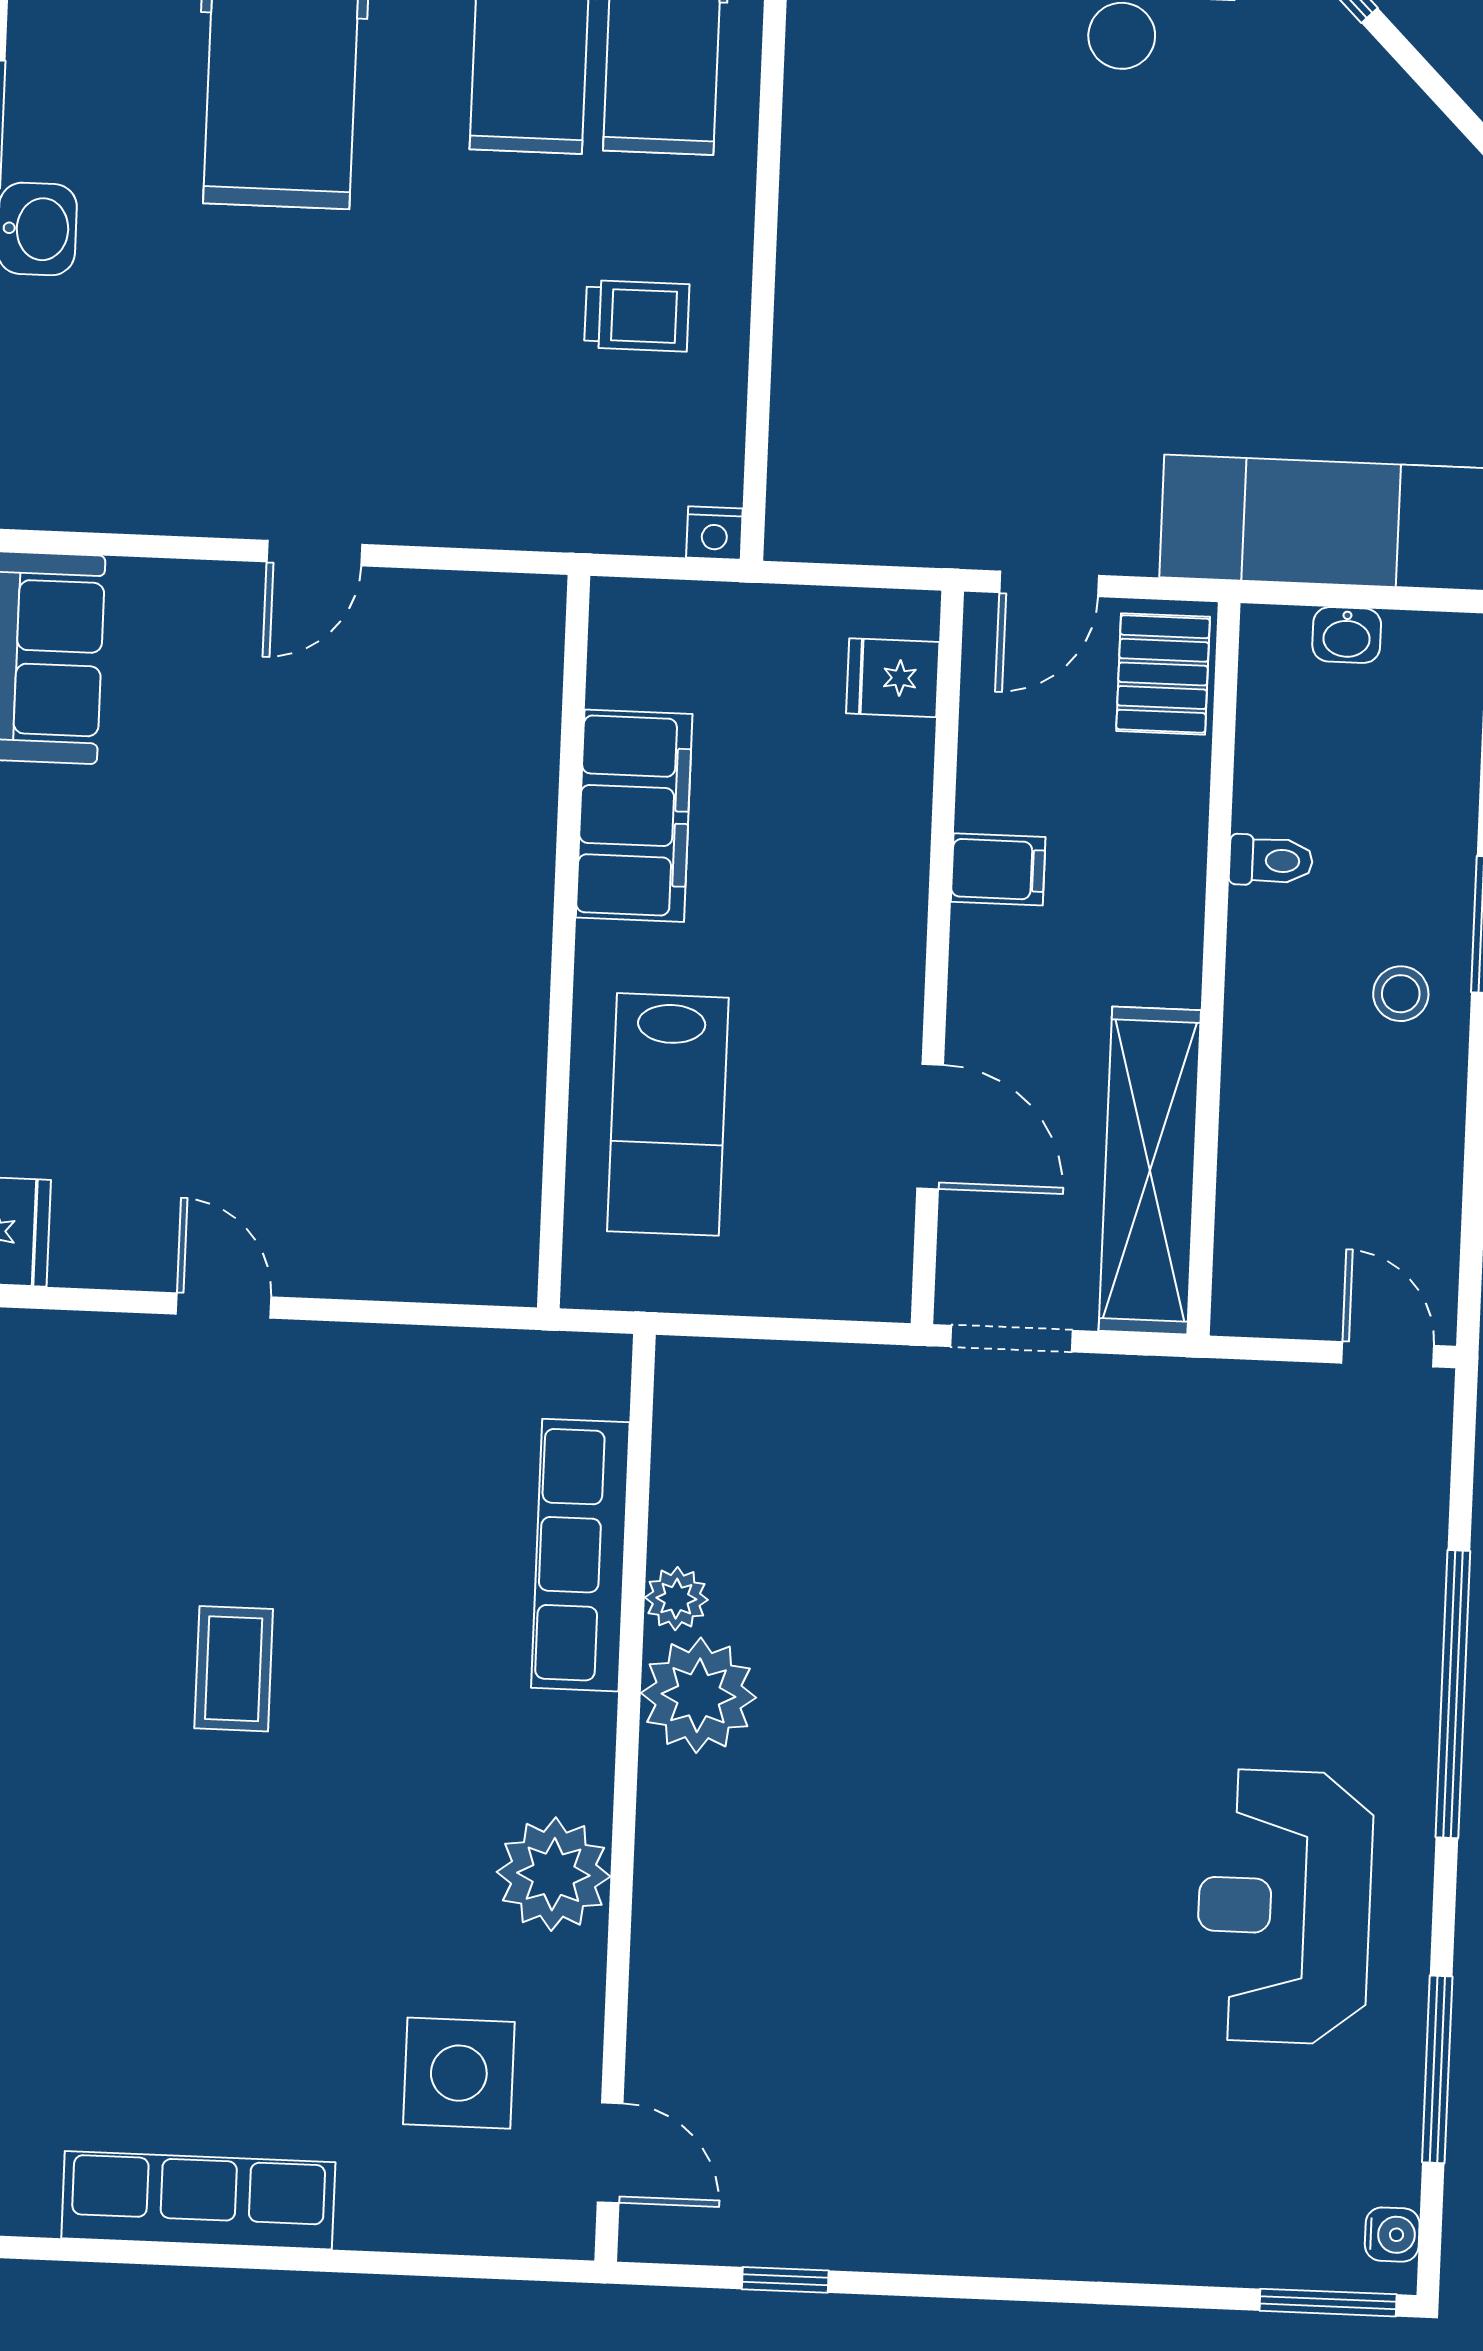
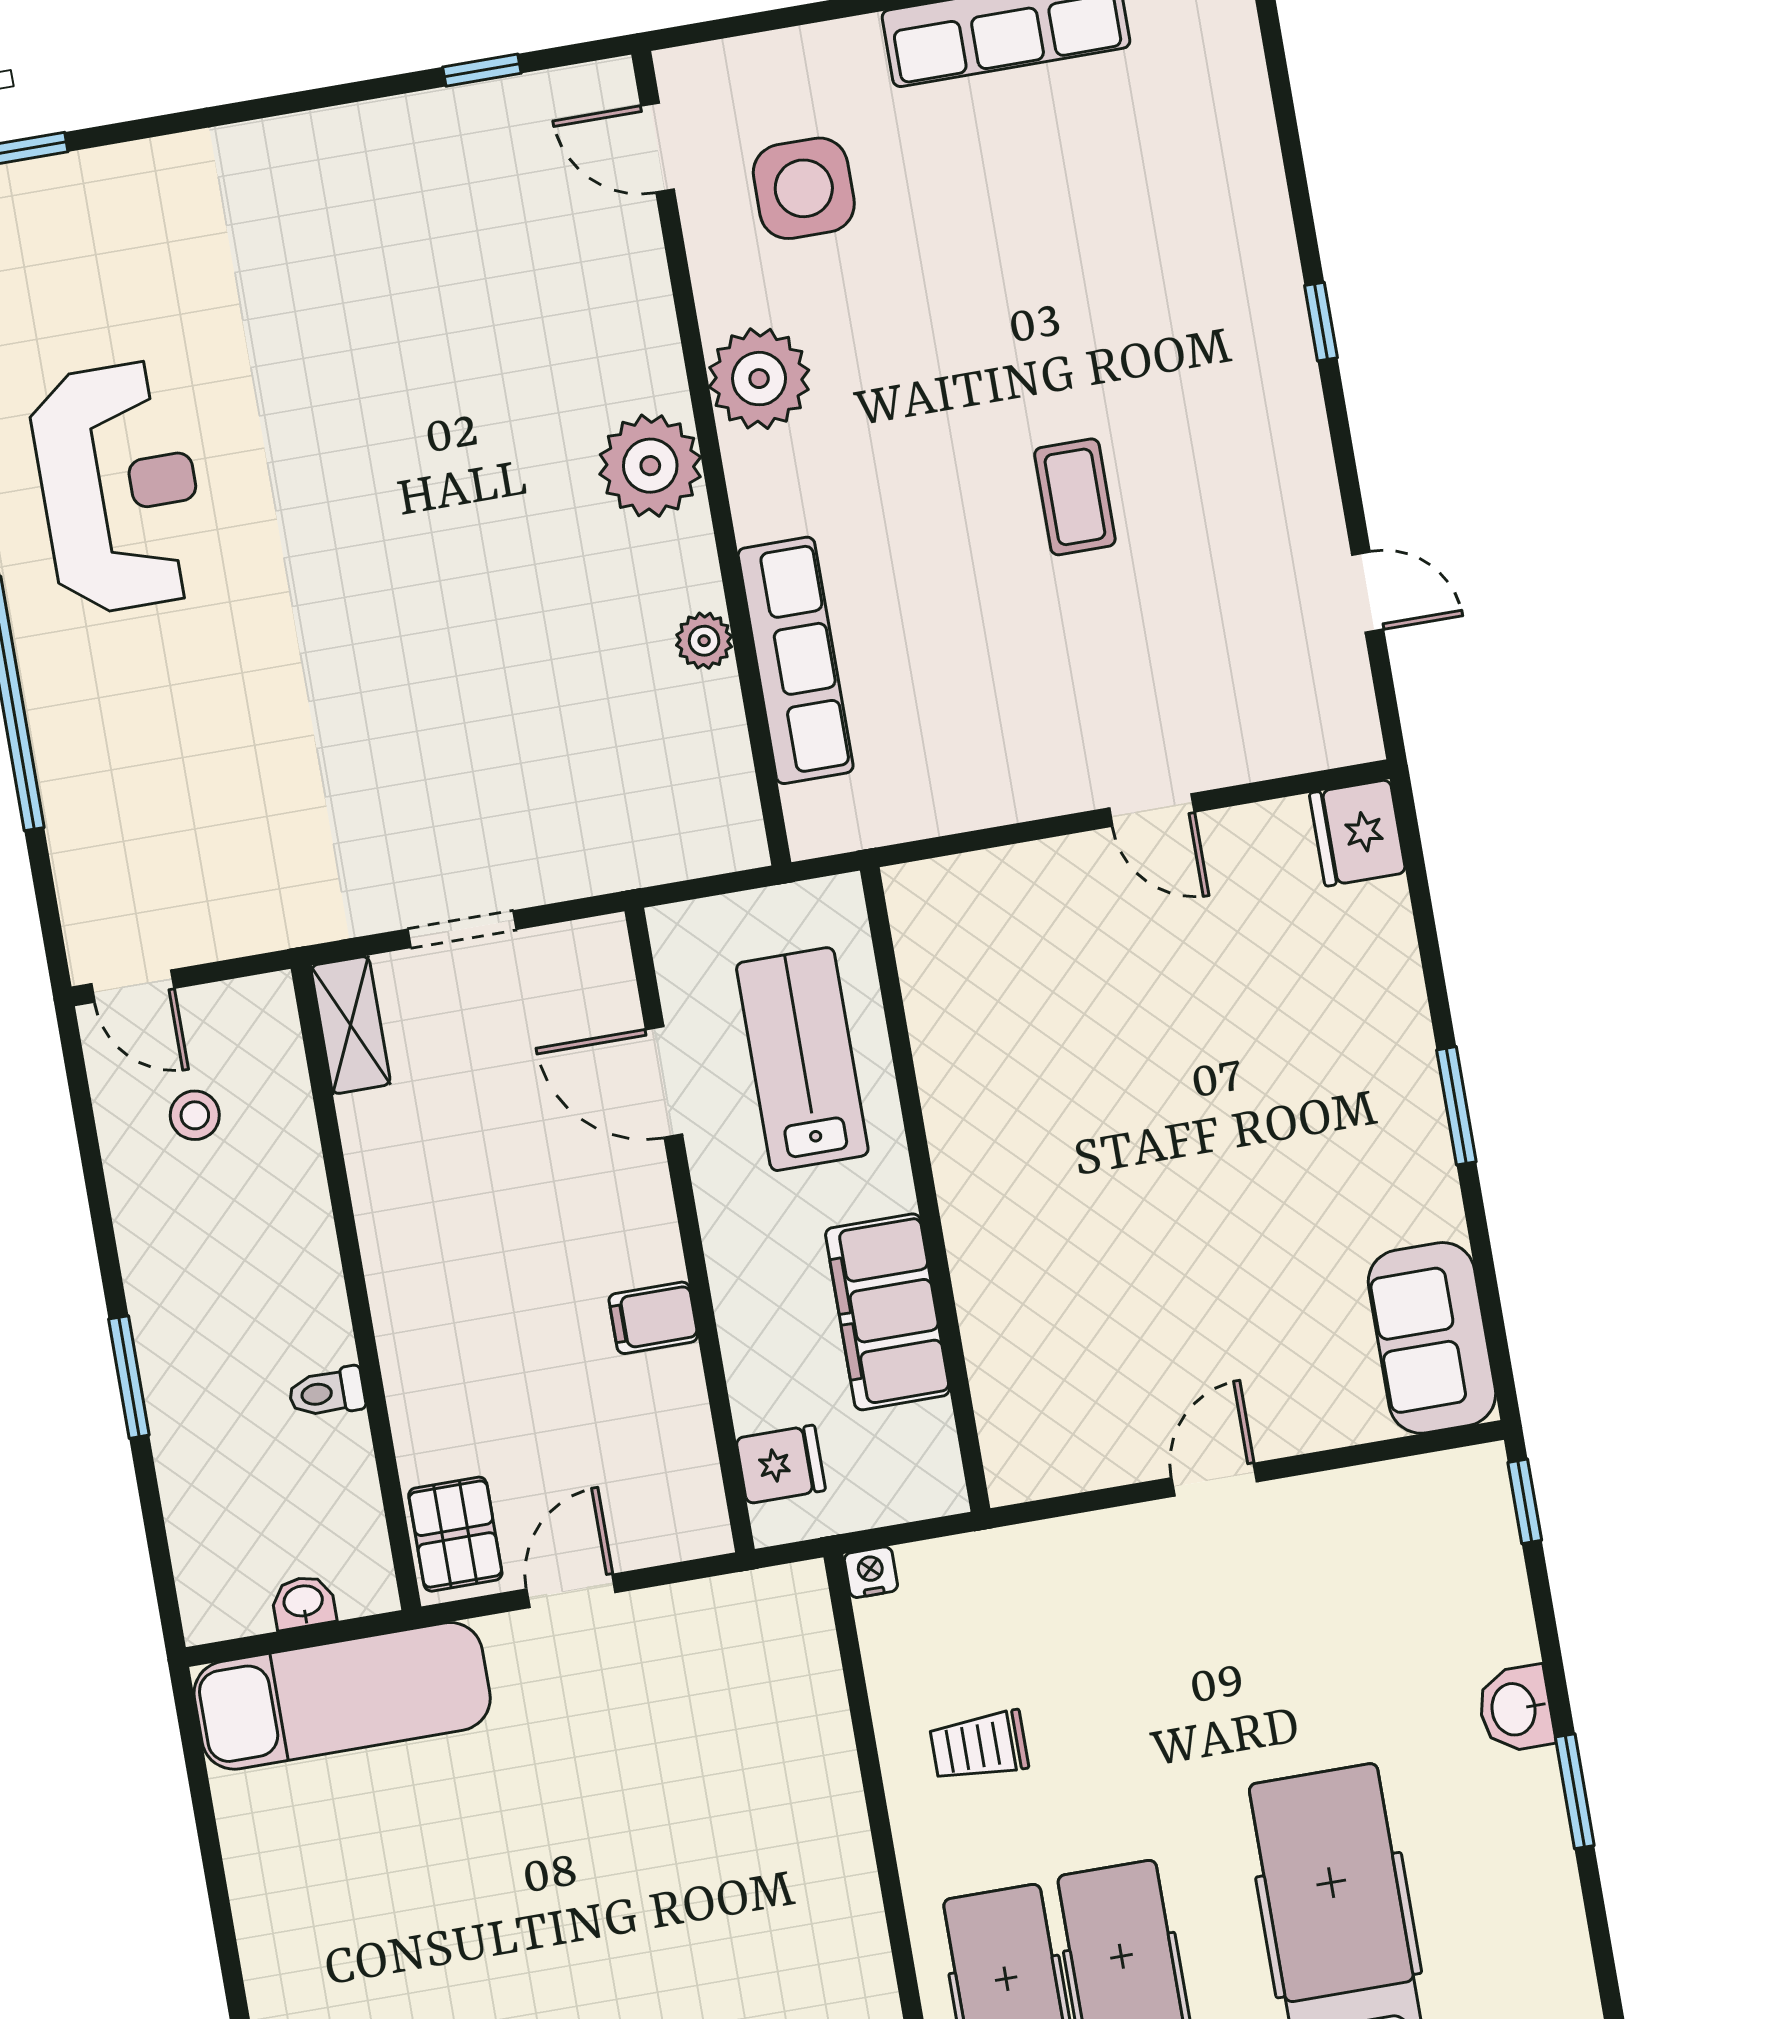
fridge: (893, 678) -> (781, 1464), moved
filing cabinet: (998, 869) -> (653, 1318), moved
wall: (937, 957) -> (690, 1230), moved
stool: (1401, 994) -> (195, 1115), moved
door: (930, 1126) -> (664, 1082), moved
shelving: (1150, 1171) -> (351, 1025), width x0.45, depth x0.75
plant: (699, 1695) -> (650, 466), moved

